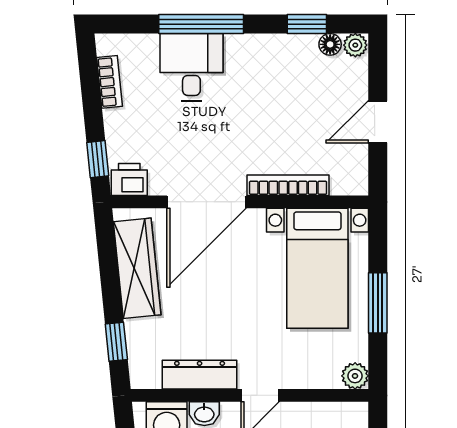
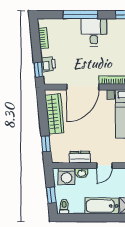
desk: (191, 67) -> (94, 32), moved
printer: (129, 179) -> (48, 64), moved, turned 84
dresser: (200, 375) -> (80, 157), width x0.70

